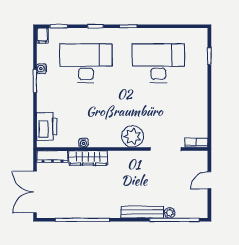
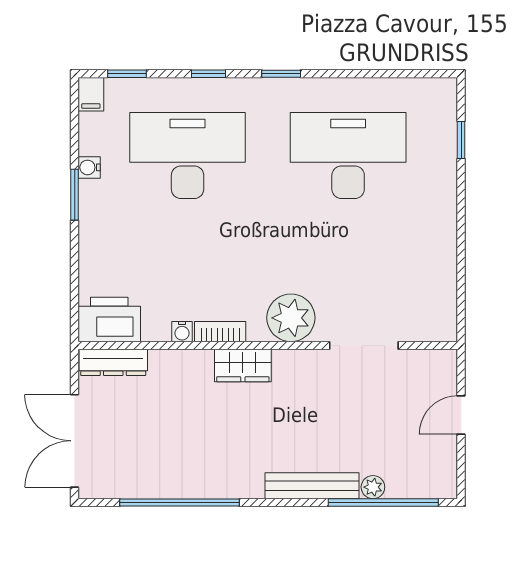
printer: (47, 126) -> (109, 319), moved, turned -90
bookcase: (196, 143) -> (220, 332), moved
wardrobe: (88, 158) -> (243, 365), moved, width x0.67

